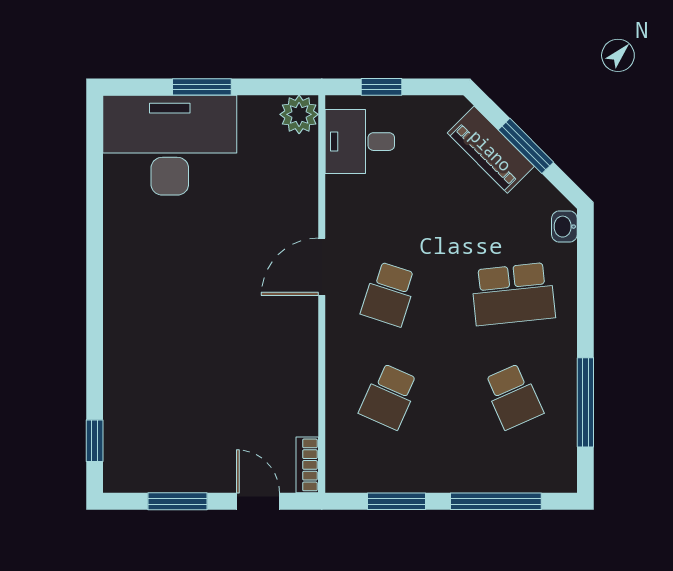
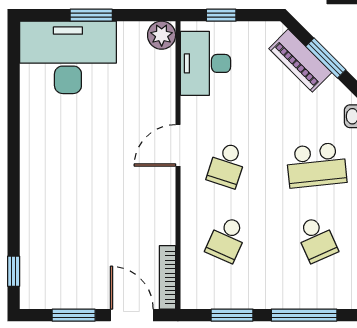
desk: (360, 142) -> (205, 63), width x1.37
bookcase: (307, 465) -> (167, 277), width x1.56
door: (258, 501) -> (132, 315), width x1.38

